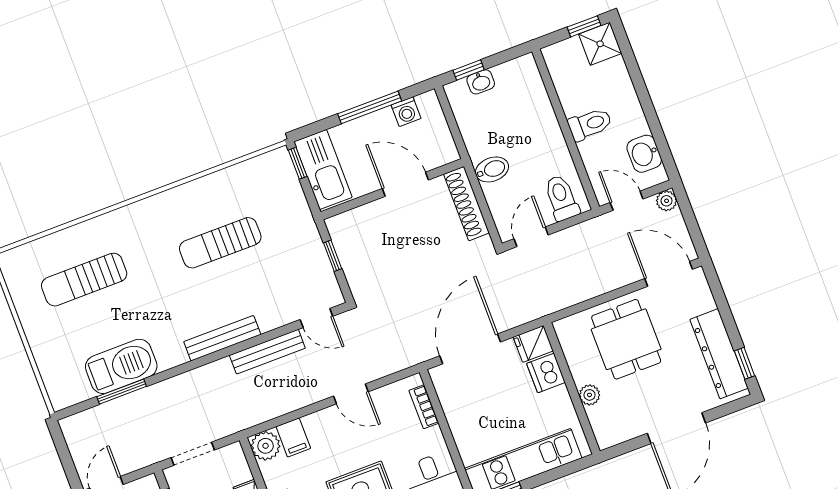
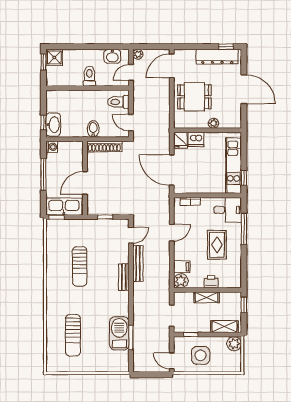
washbasin: (481, 82) -> (53, 125), width x1.91, depth x1.45
washing machine: (406, 112) -> (52, 147), moved
door: (405, 184) -> (85, 183), moved
bench: (222, 338) -> (124, 277), width x0.73

